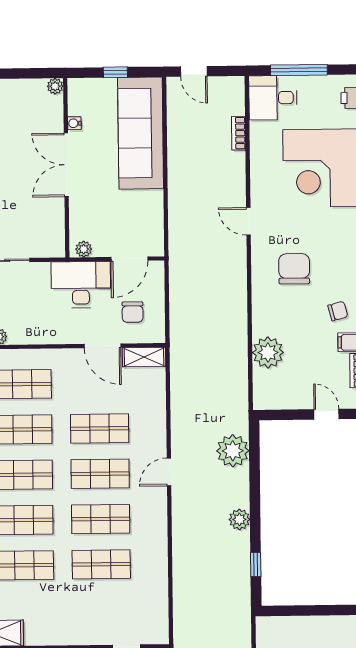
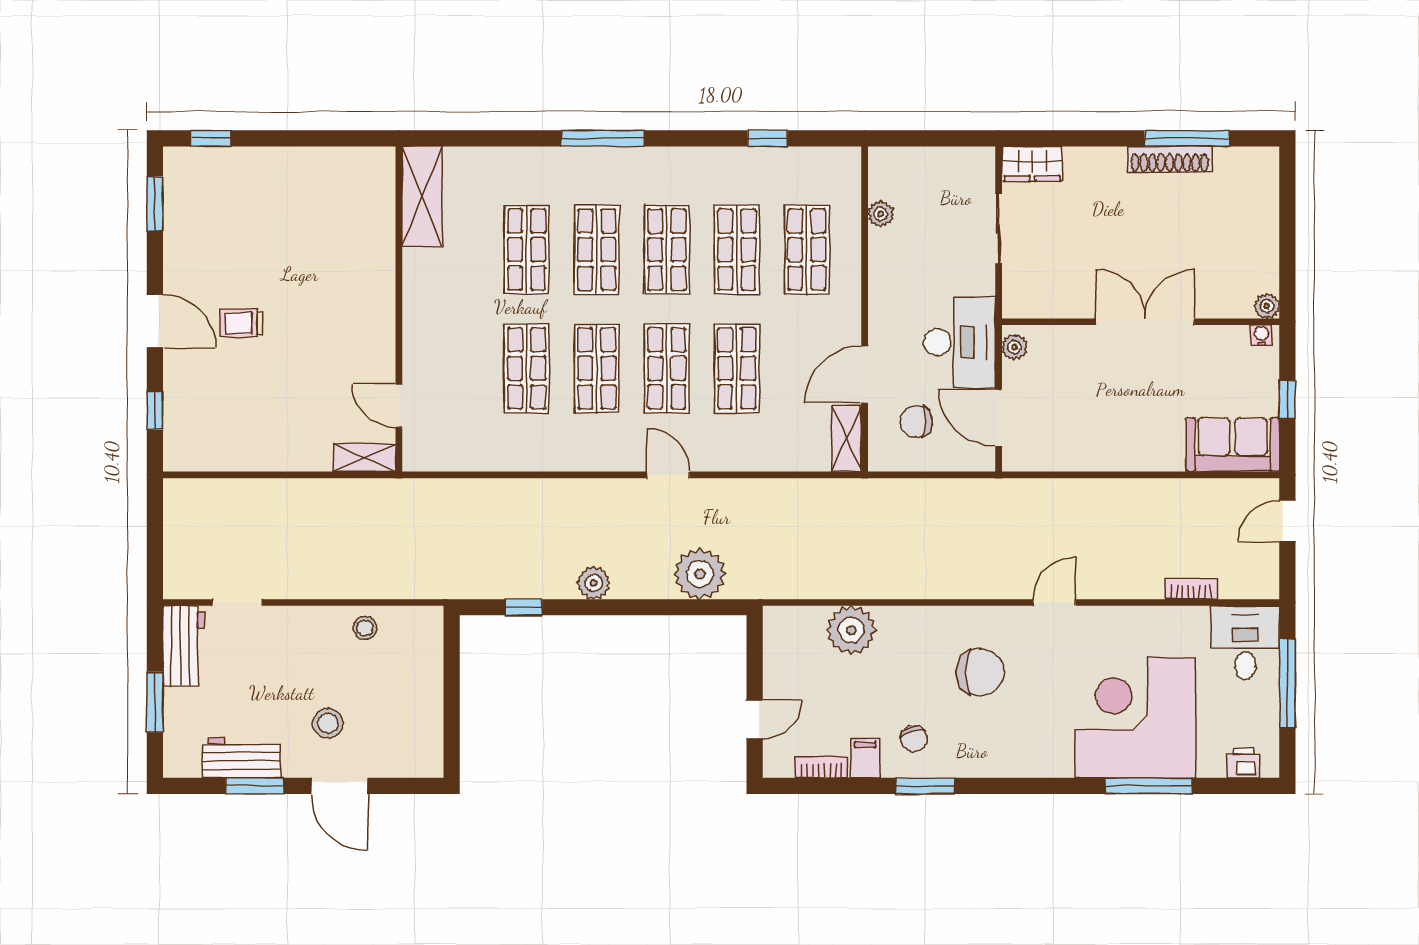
water cooler: (74, 123) -> (1261, 335), moved
sofa: (141, 133) -> (1233, 445), width x0.54, depth x0.79

